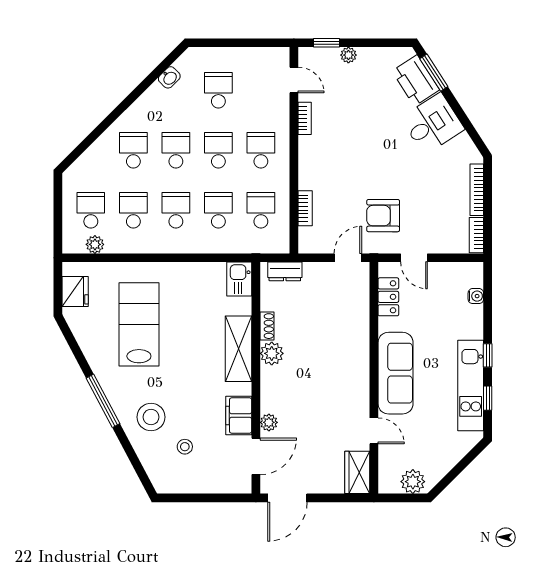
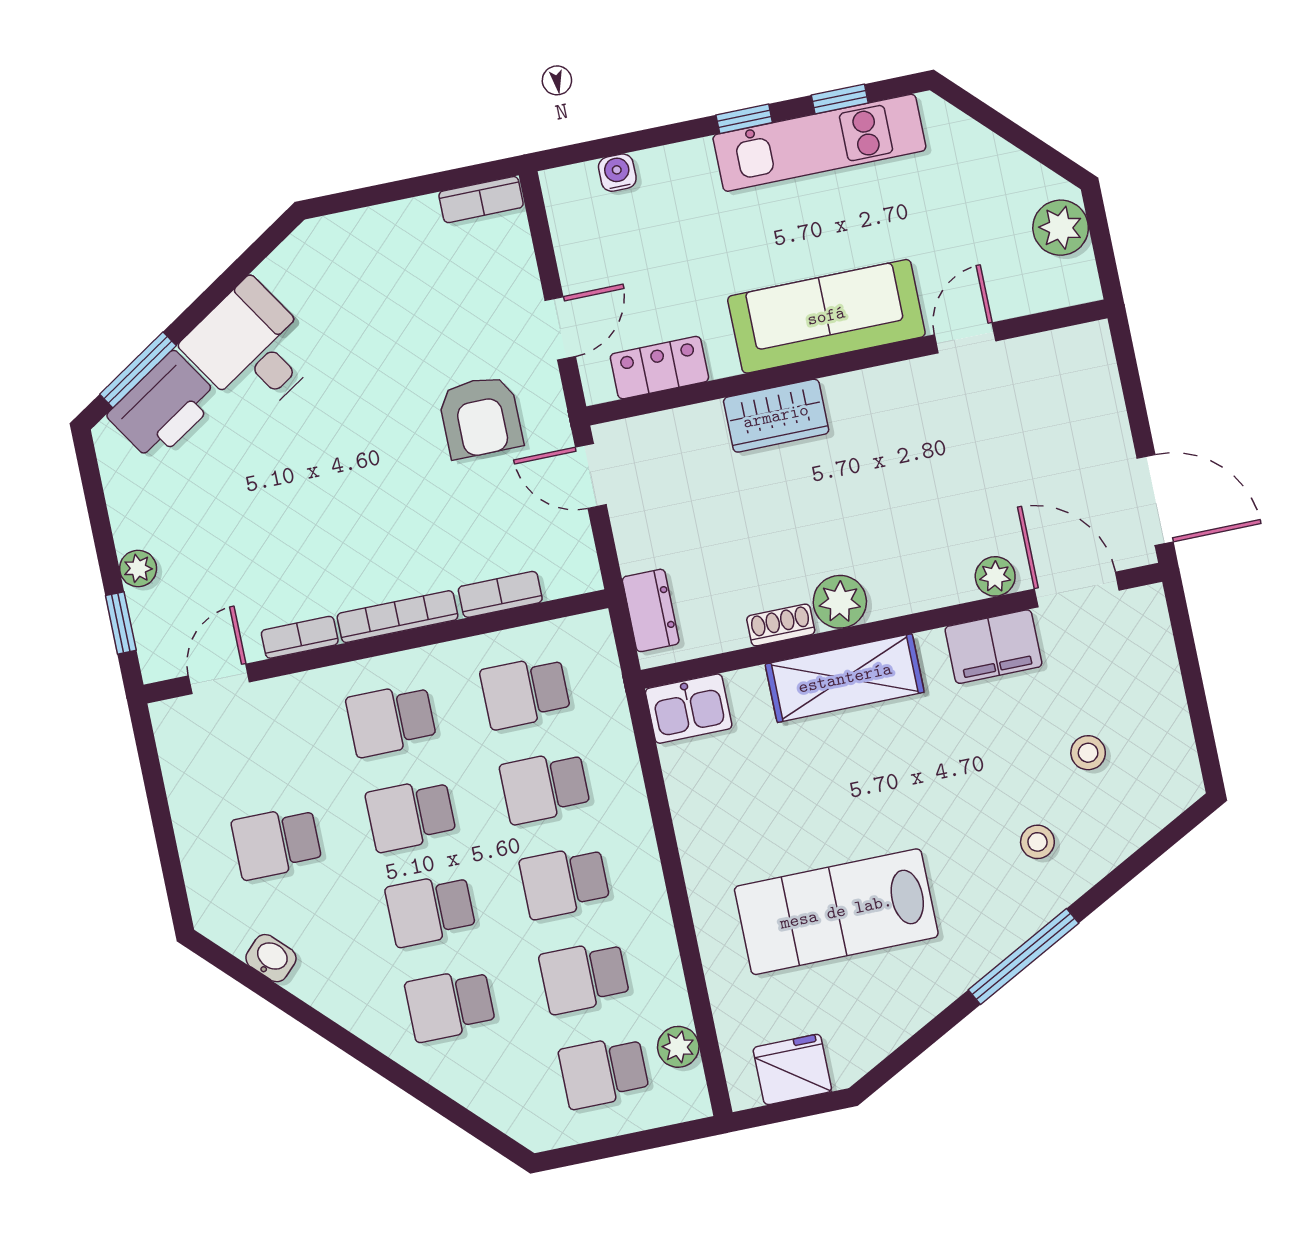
bookcase: (477, 190) -> (397, 617), moved, turned 180
stool: (151, 417) -> (1037, 842), width x0.53, depth x0.53
wardrobe: (357, 472) -> (776, 416), moved

